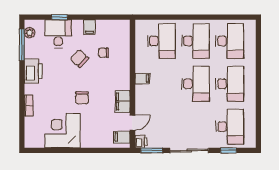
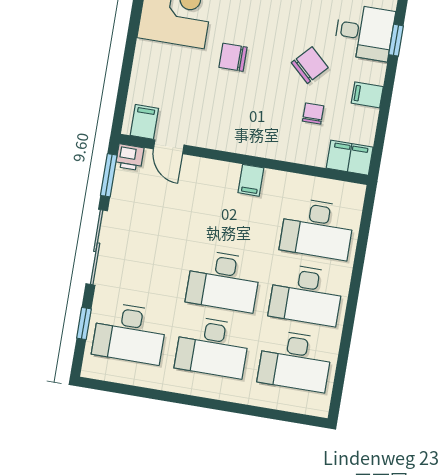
filing cabinet: (123, 101) -> (350, 158), moved

